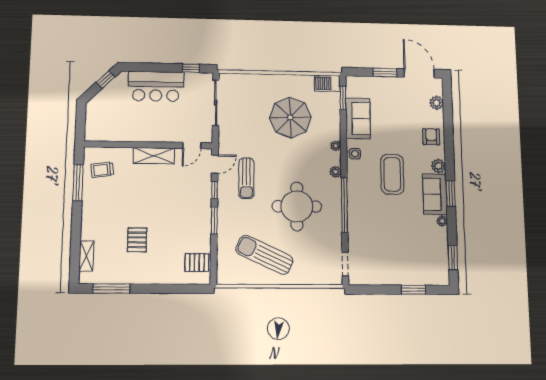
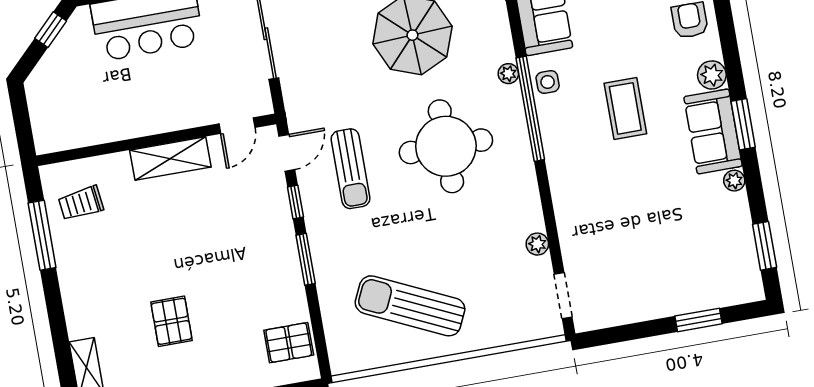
plant: (335, 172) -> (537, 244), moved
coffee table: (392, 174) -> (625, 108), width x0.73, depth x0.76
window: (344, 205) -> (530, 109), moved
round table: (297, 206) -> (446, 146), moved

